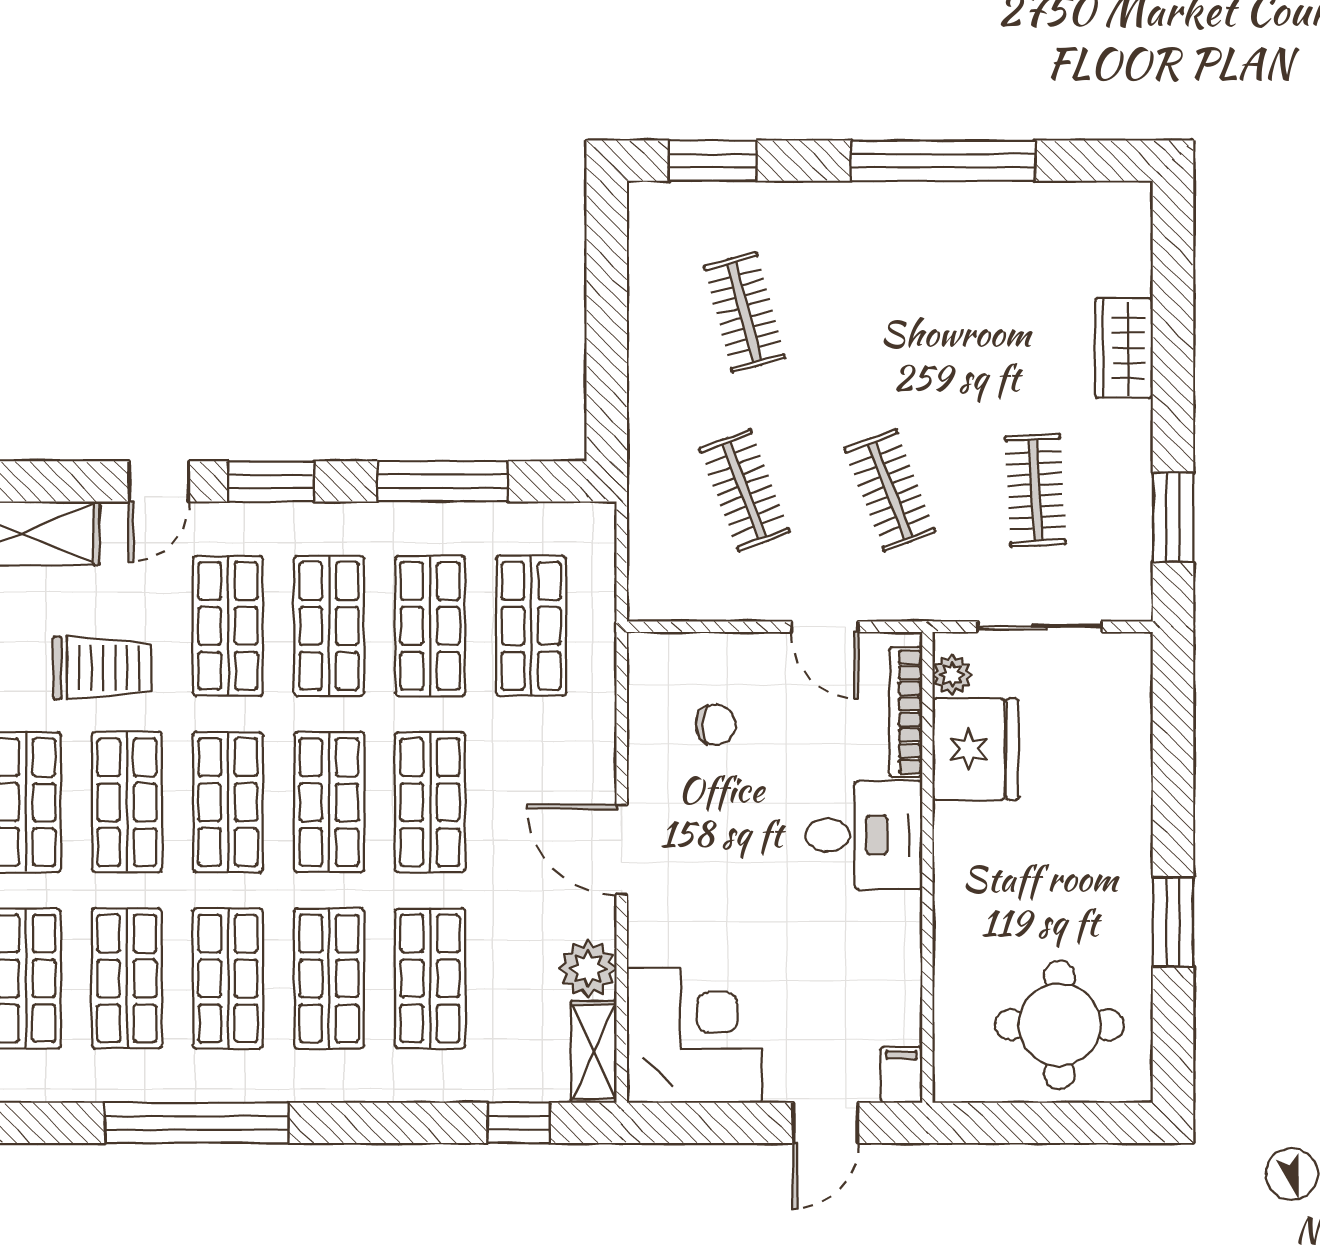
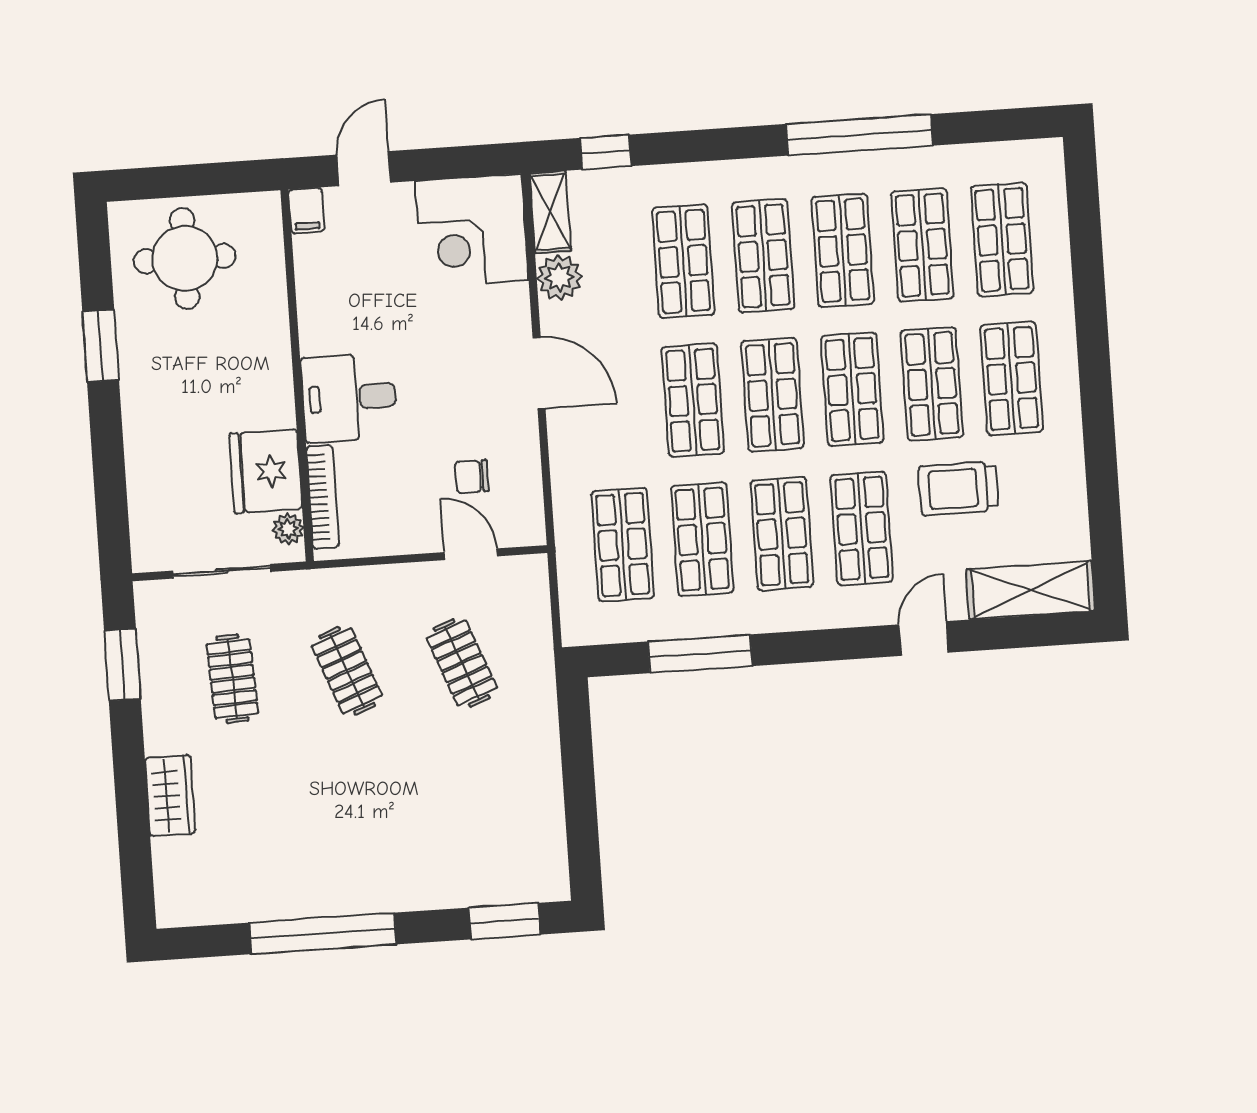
clothes rail: (744, 312) -> (471, 803), removed
window: (271, 481) -> (835, 645), removed
door: (825, 627) -> (471, 554), moved

